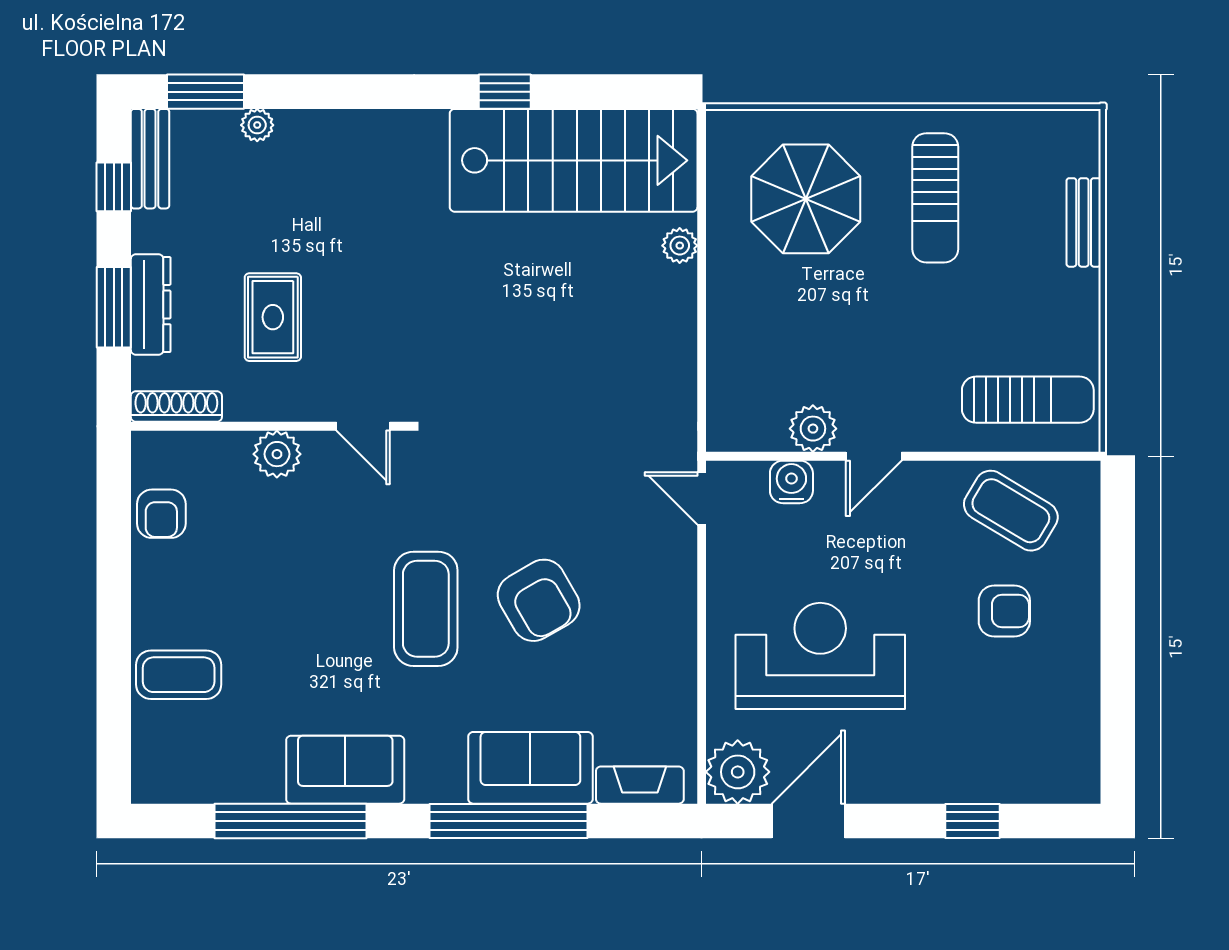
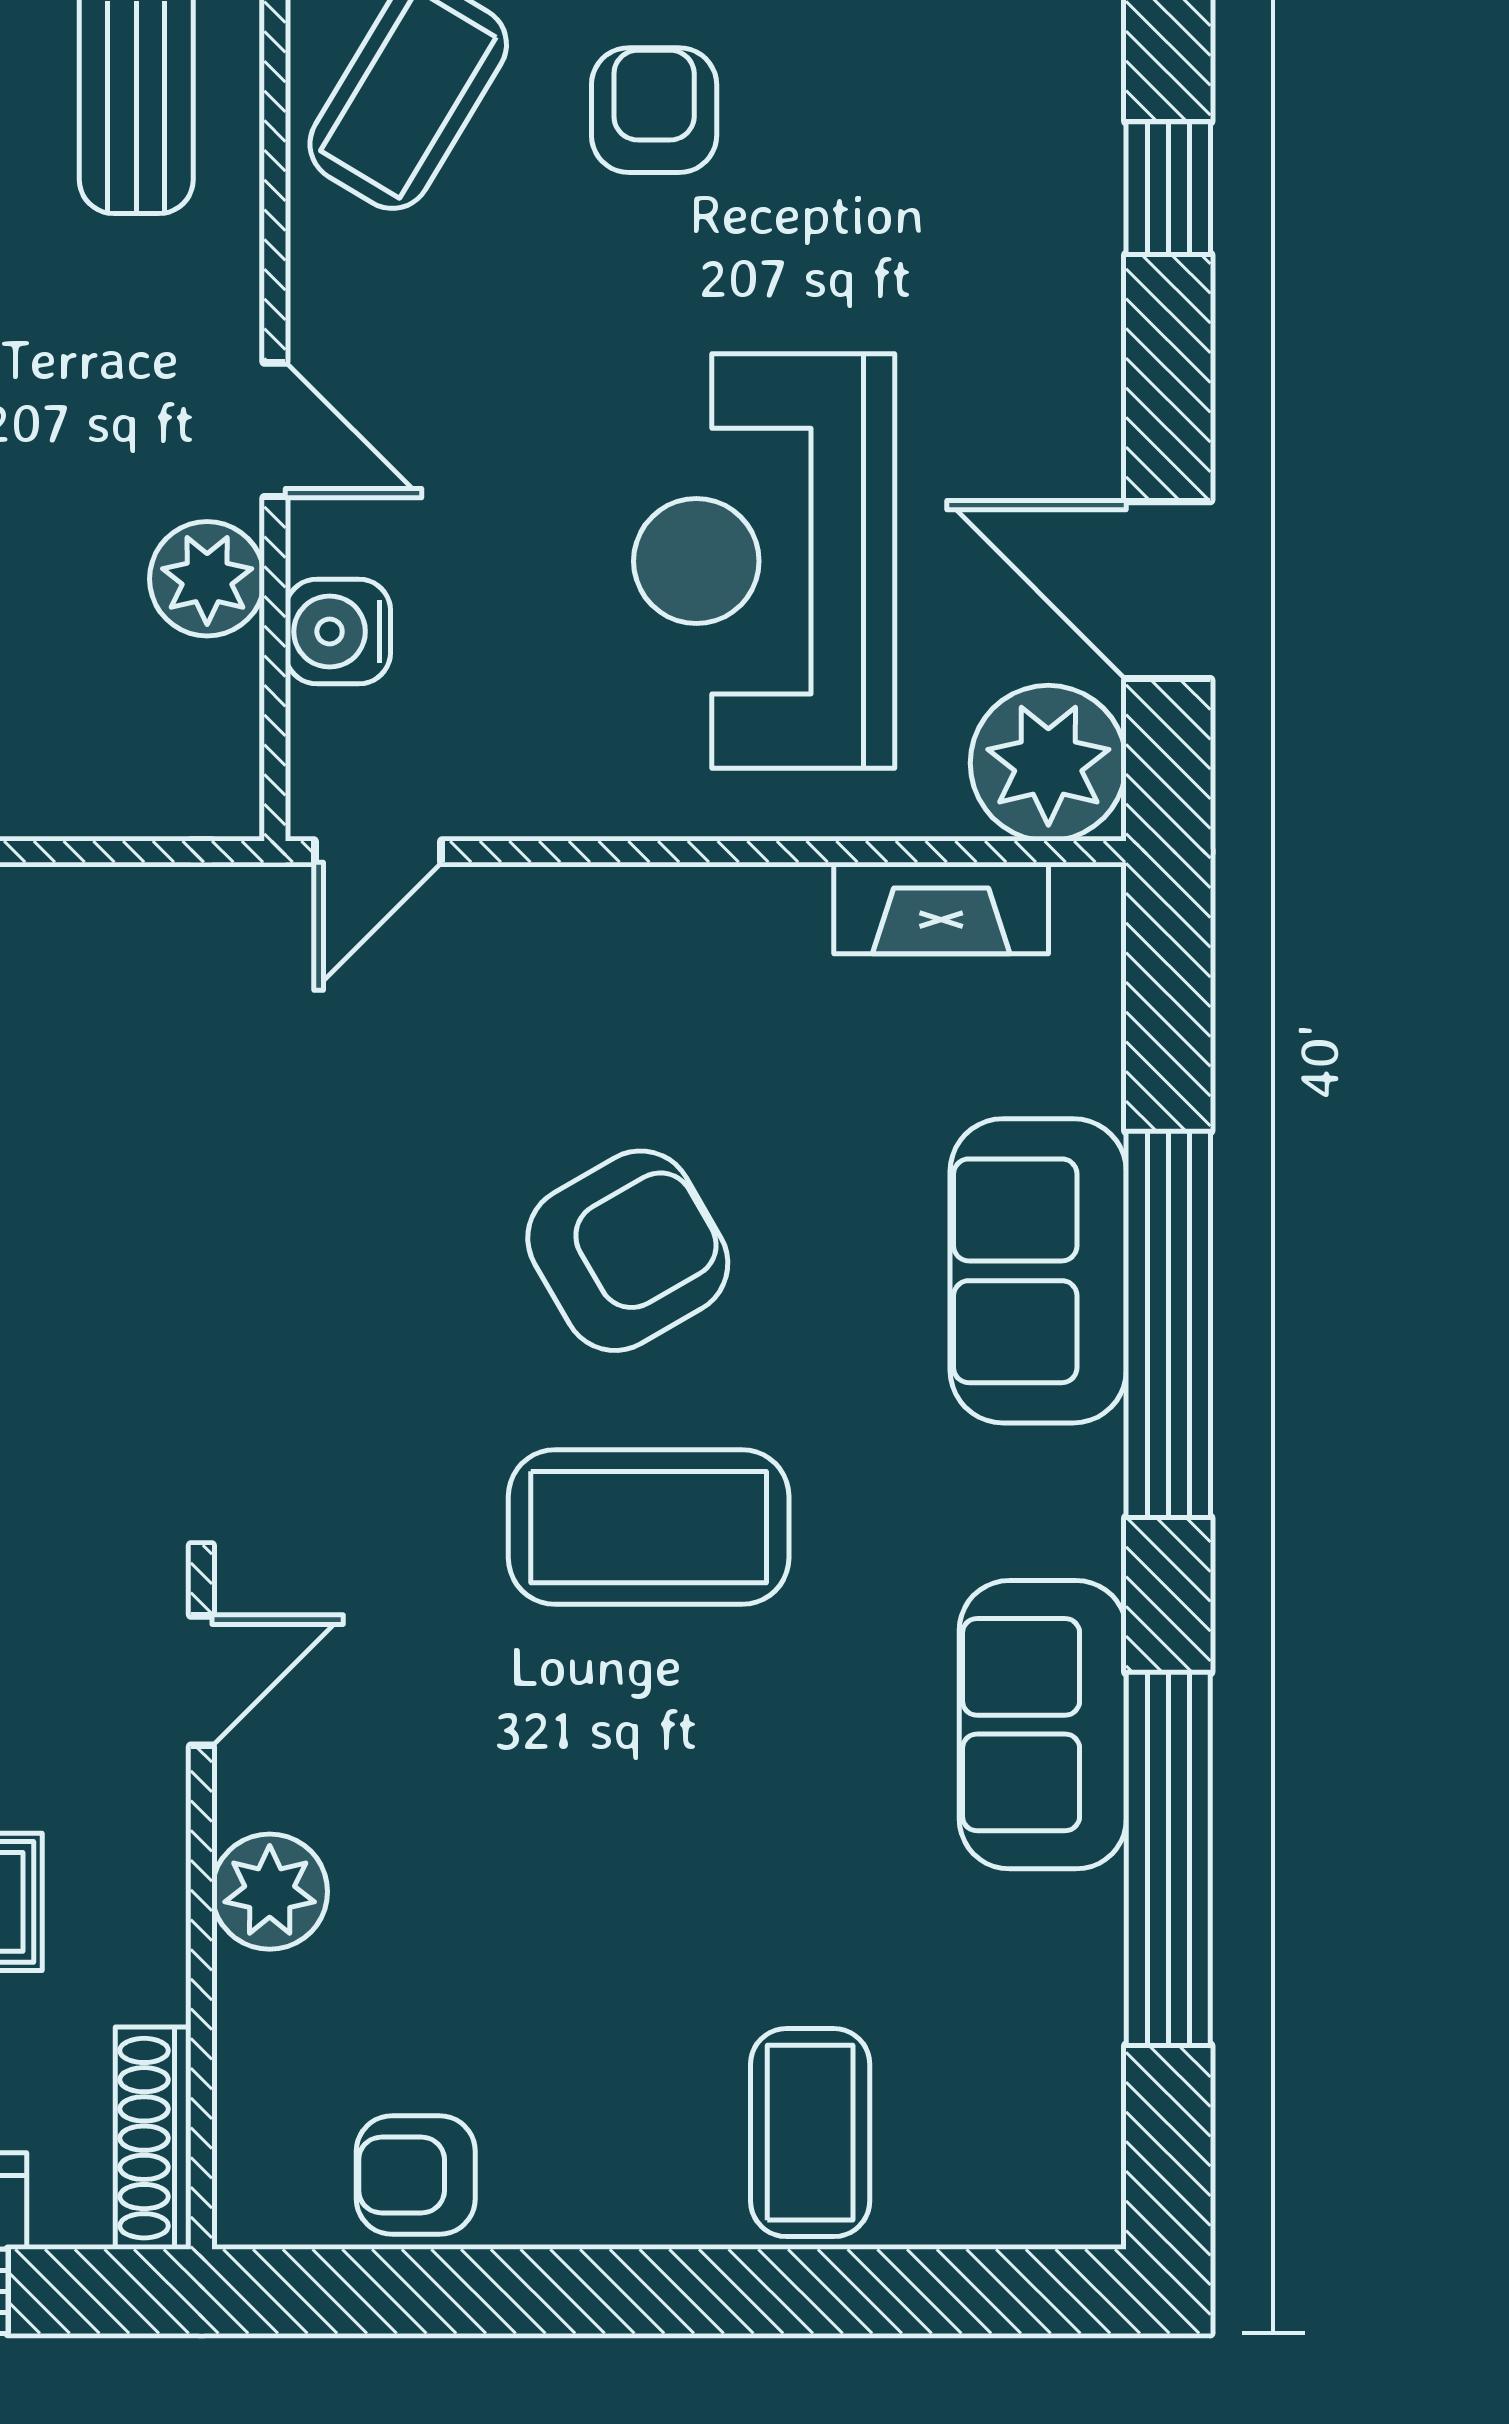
armchair: (161, 514) -> (416, 2175), turned 180
fireplace: (640, 785) -> (941, 908), moved, turned -90

